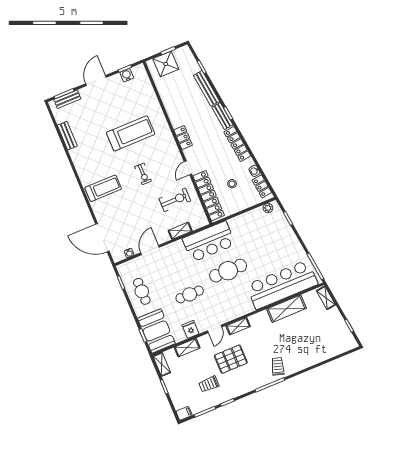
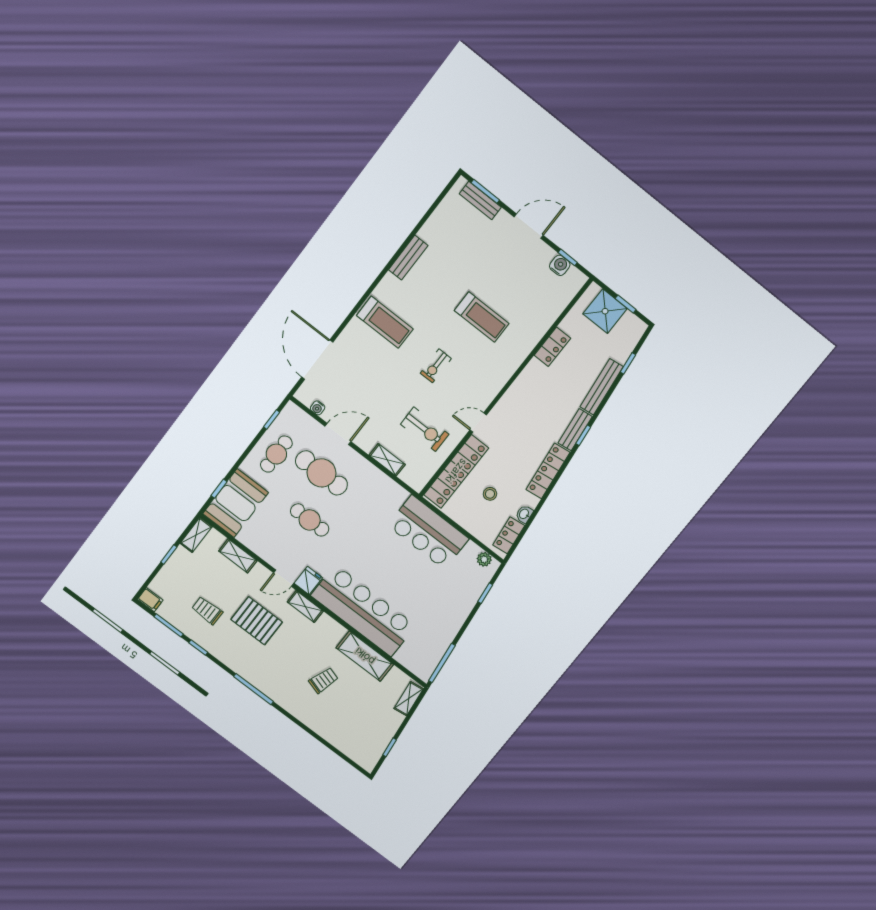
treadmill: (131, 133) -> (482, 317), width x0.73, depth x0.73
bench: (67, 136) -> (408, 258), moved
locker: (183, 138) -> (552, 347), moved
bar counter: (209, 242) -> (428, 532), moved
cafe table: (228, 271) -> (322, 473), moved
bar counter: (282, 285) -> (363, 611), moved
fridge: (191, 329) -> (308, 580), moved
trolley: (278, 366) -> (324, 680), moved

